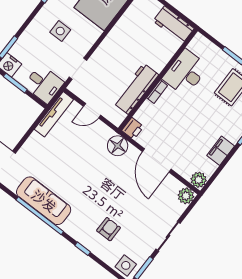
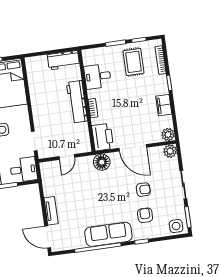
desk: (185, 73) -> (98, 76), width x0.73
workbench: (136, 89) -> (77, 102), moved
tv unit: (54, 114) -> (51, 211), moved, width x0.71
printer: (133, 129) -> (103, 137), width x1.87, depth x1.48
sofa: (44, 201) -> (108, 234), moved
armchair: (129, 206) -> (143, 190), added

